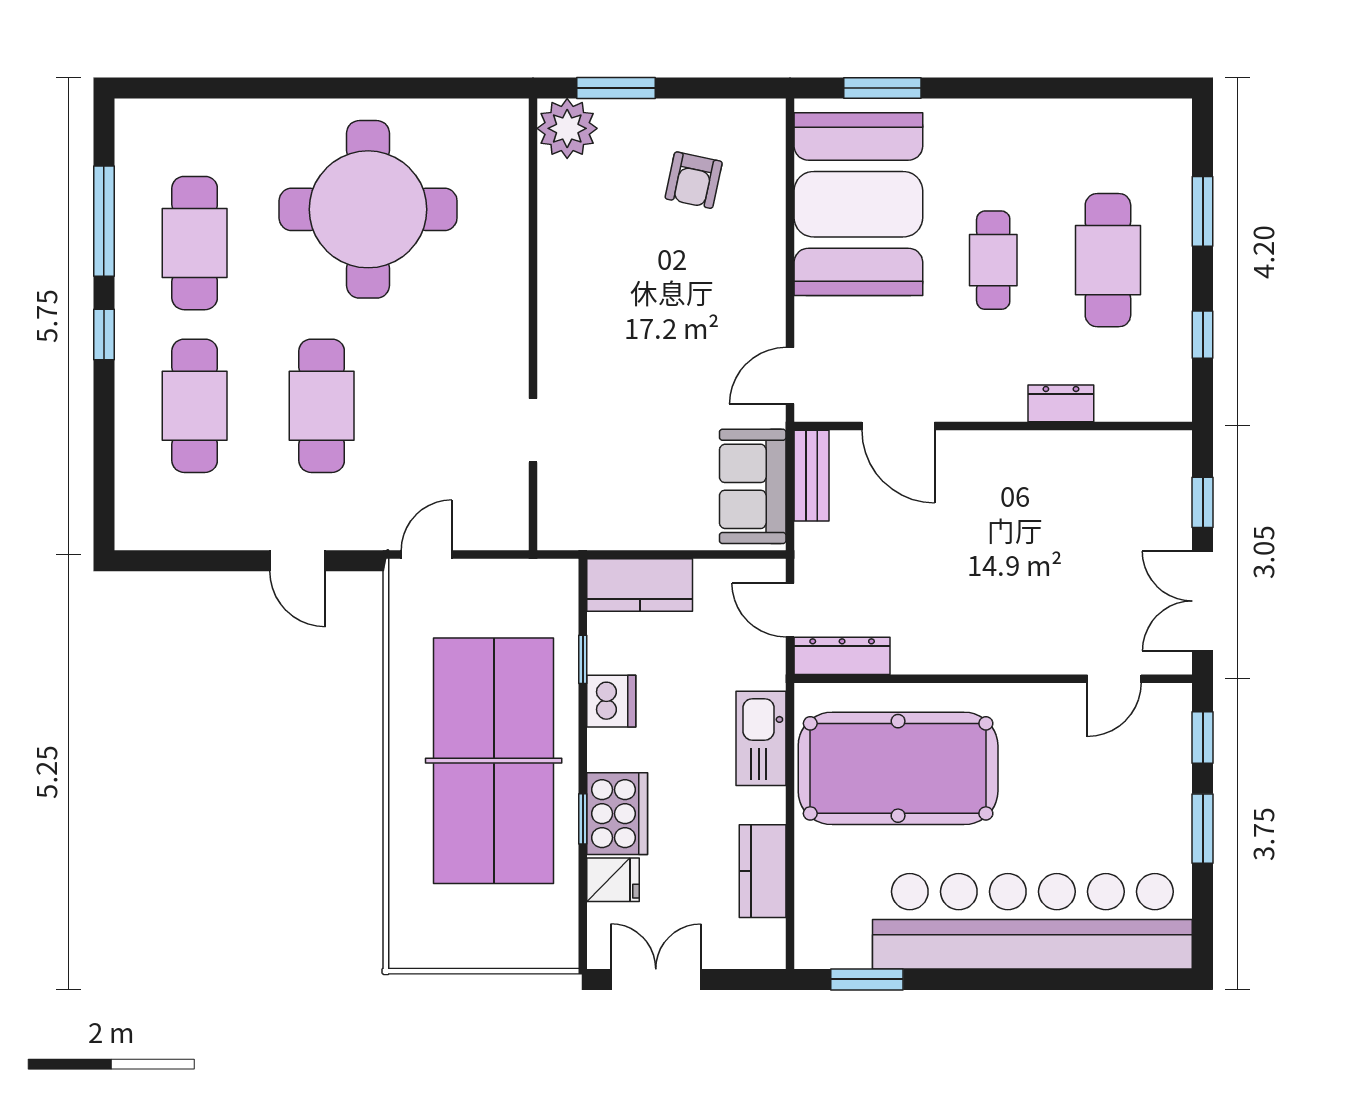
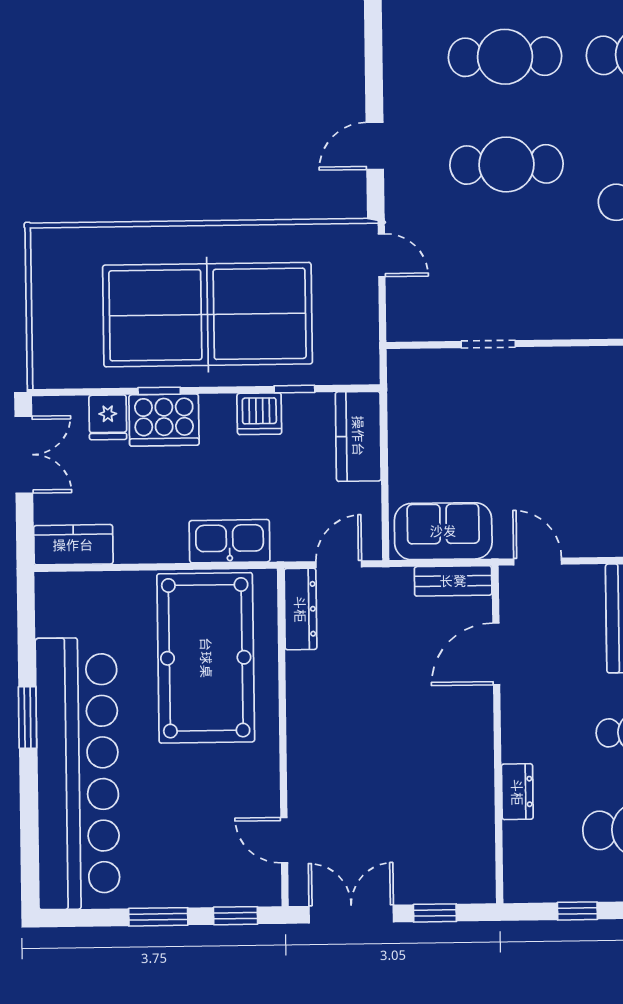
kitchen counter: (763, 871) -> (73, 545), moved
window: (867, 979) -> (28, 717), moved

